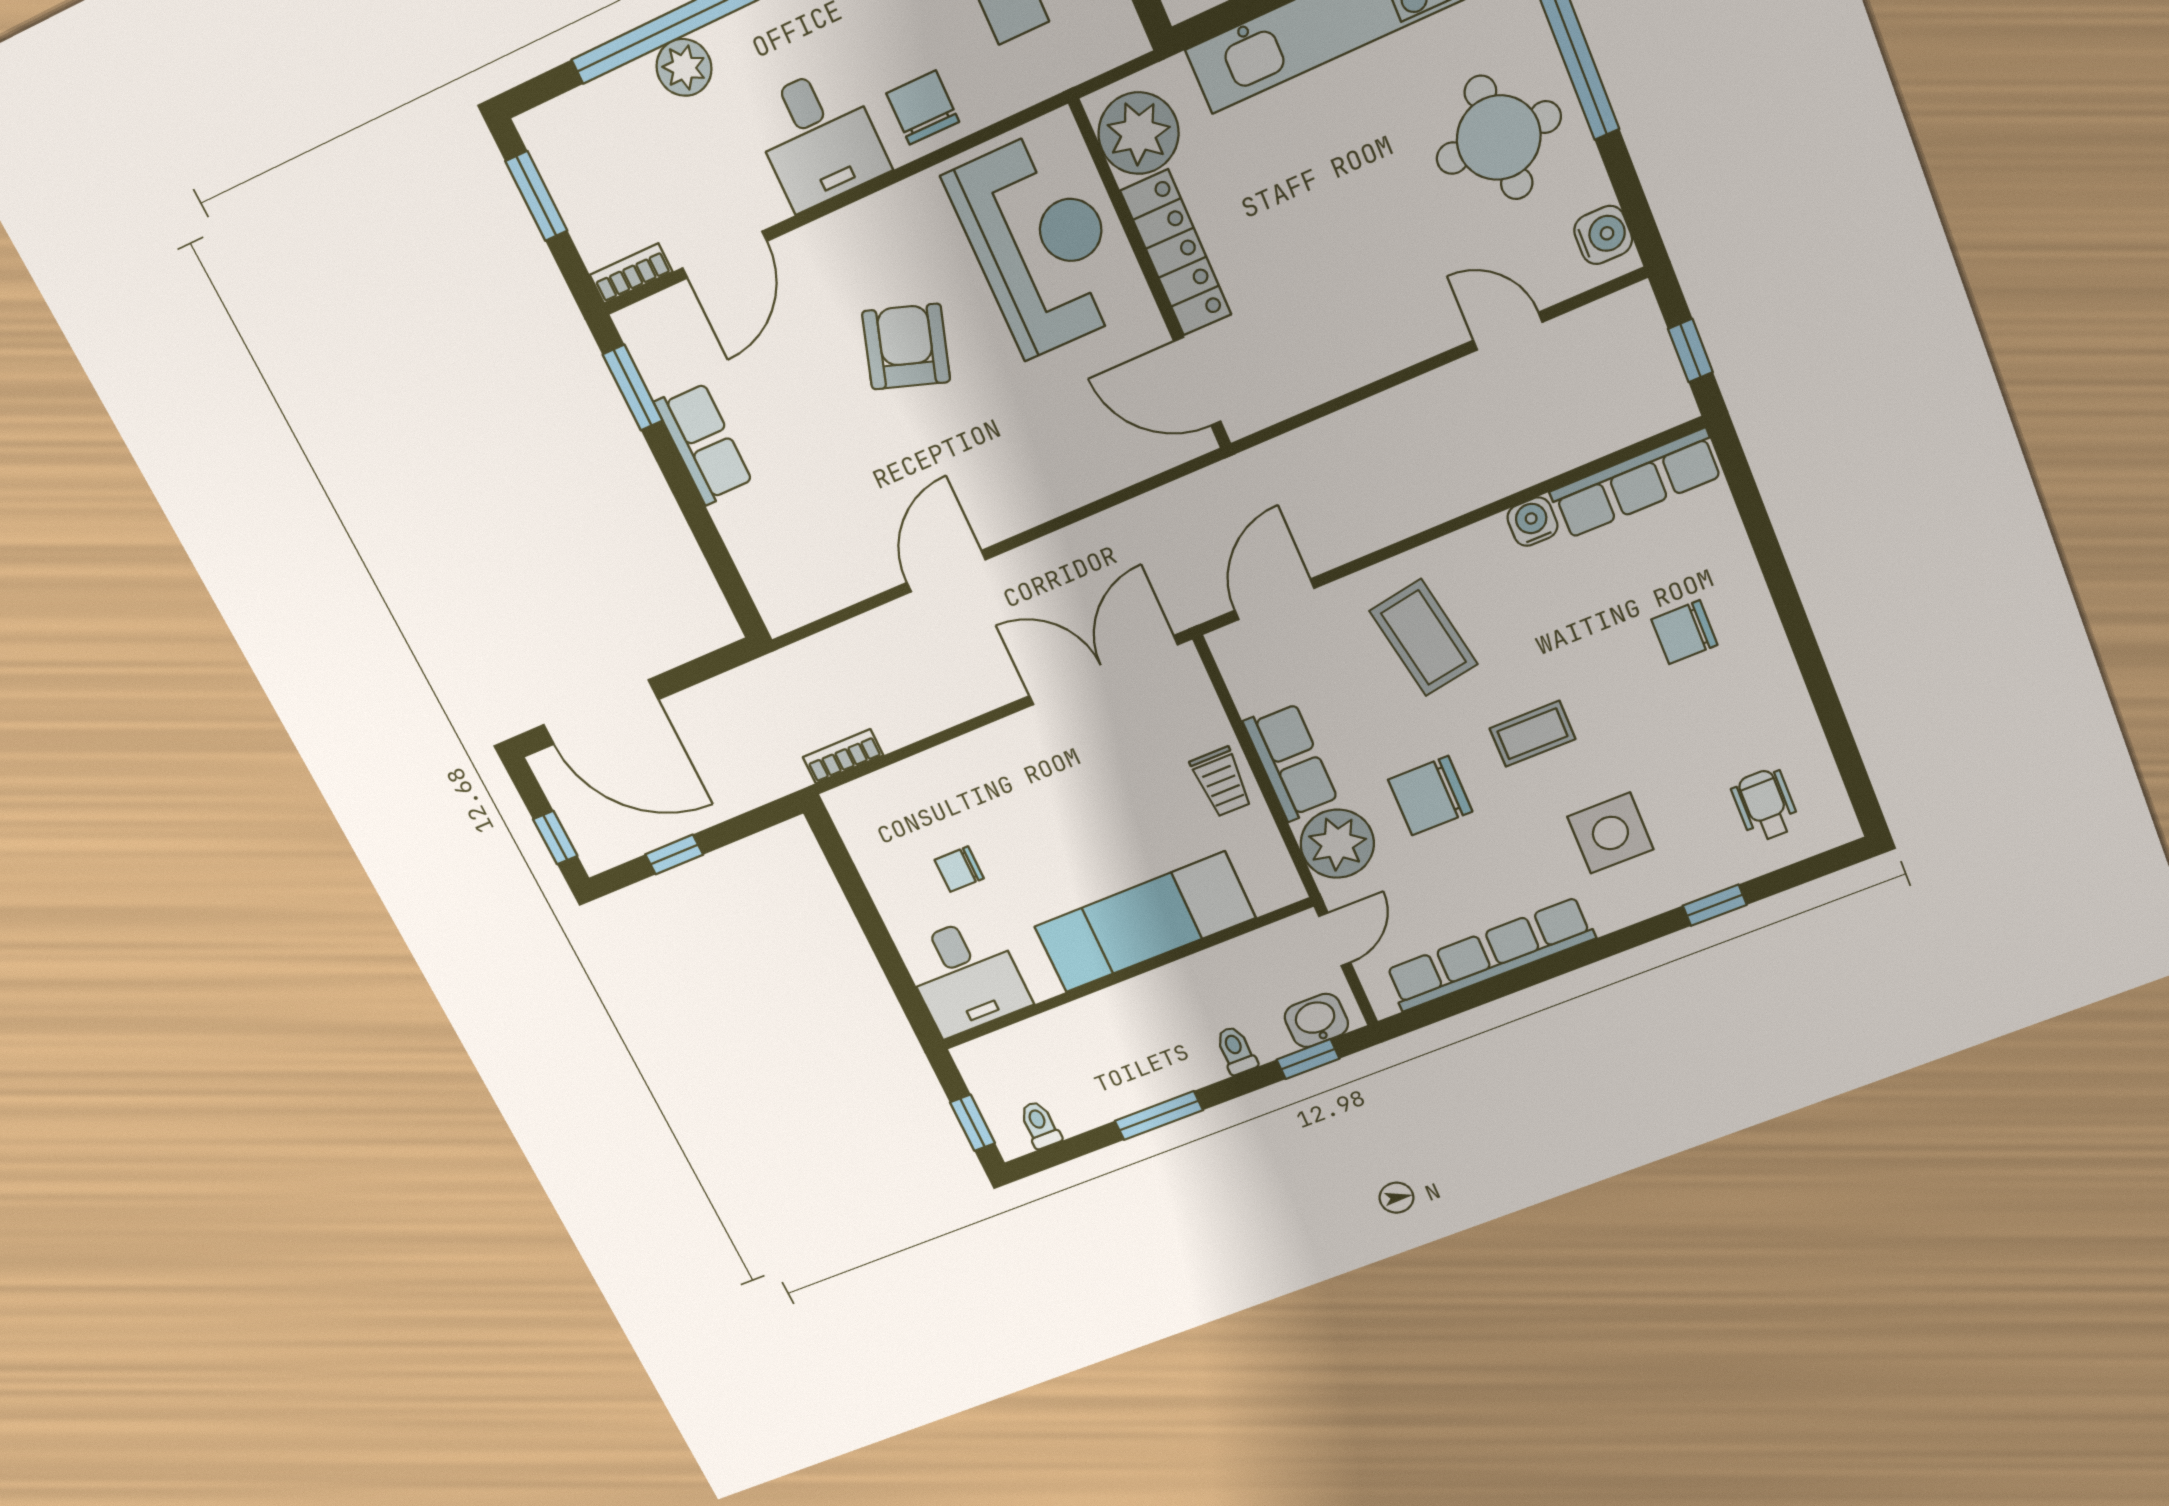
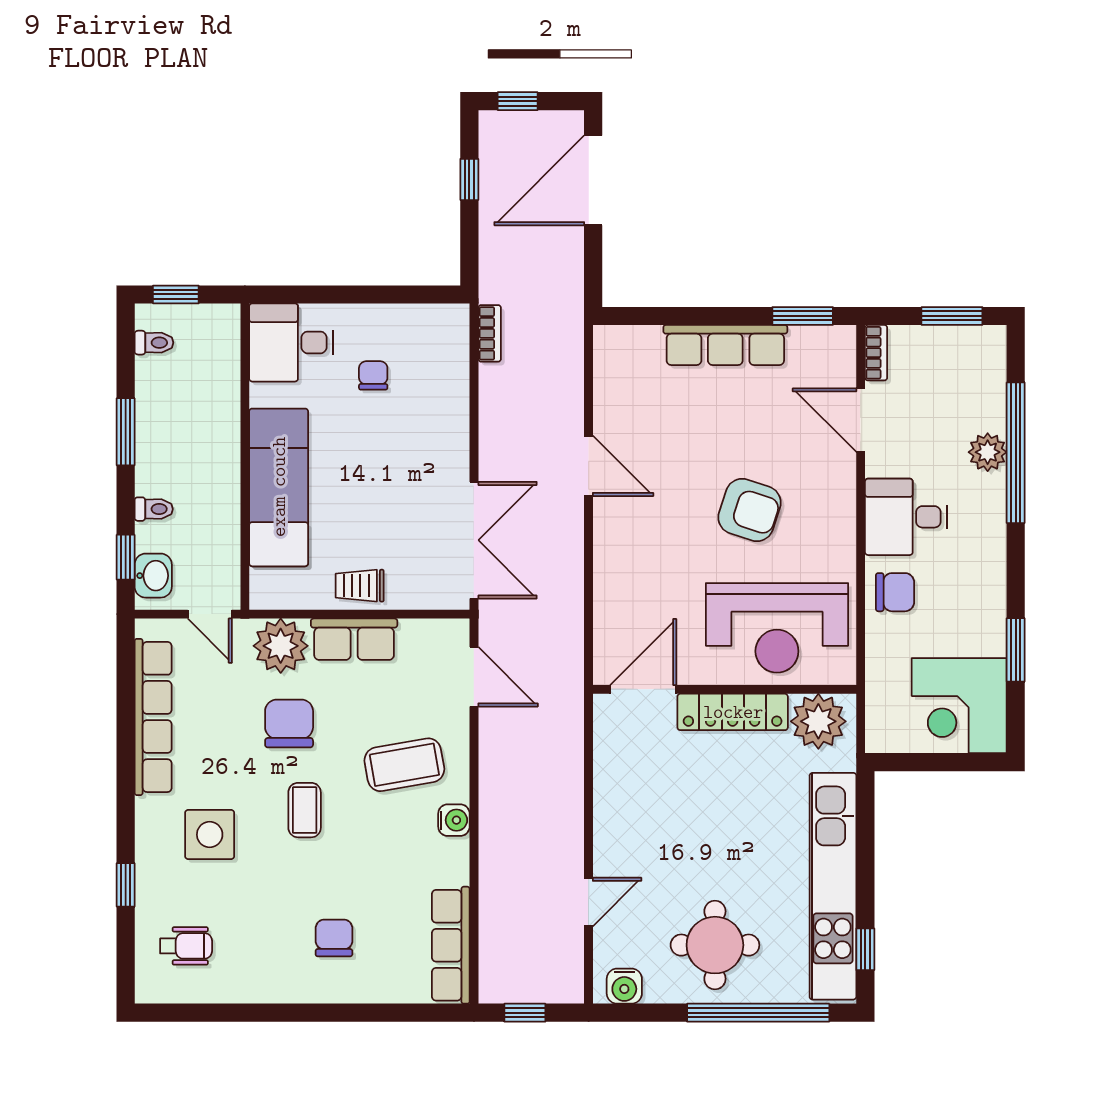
row of seats: (704, 443) -> (725, 345), width x1.48
water cooler: (1532, 522) -> (454, 820), moved

